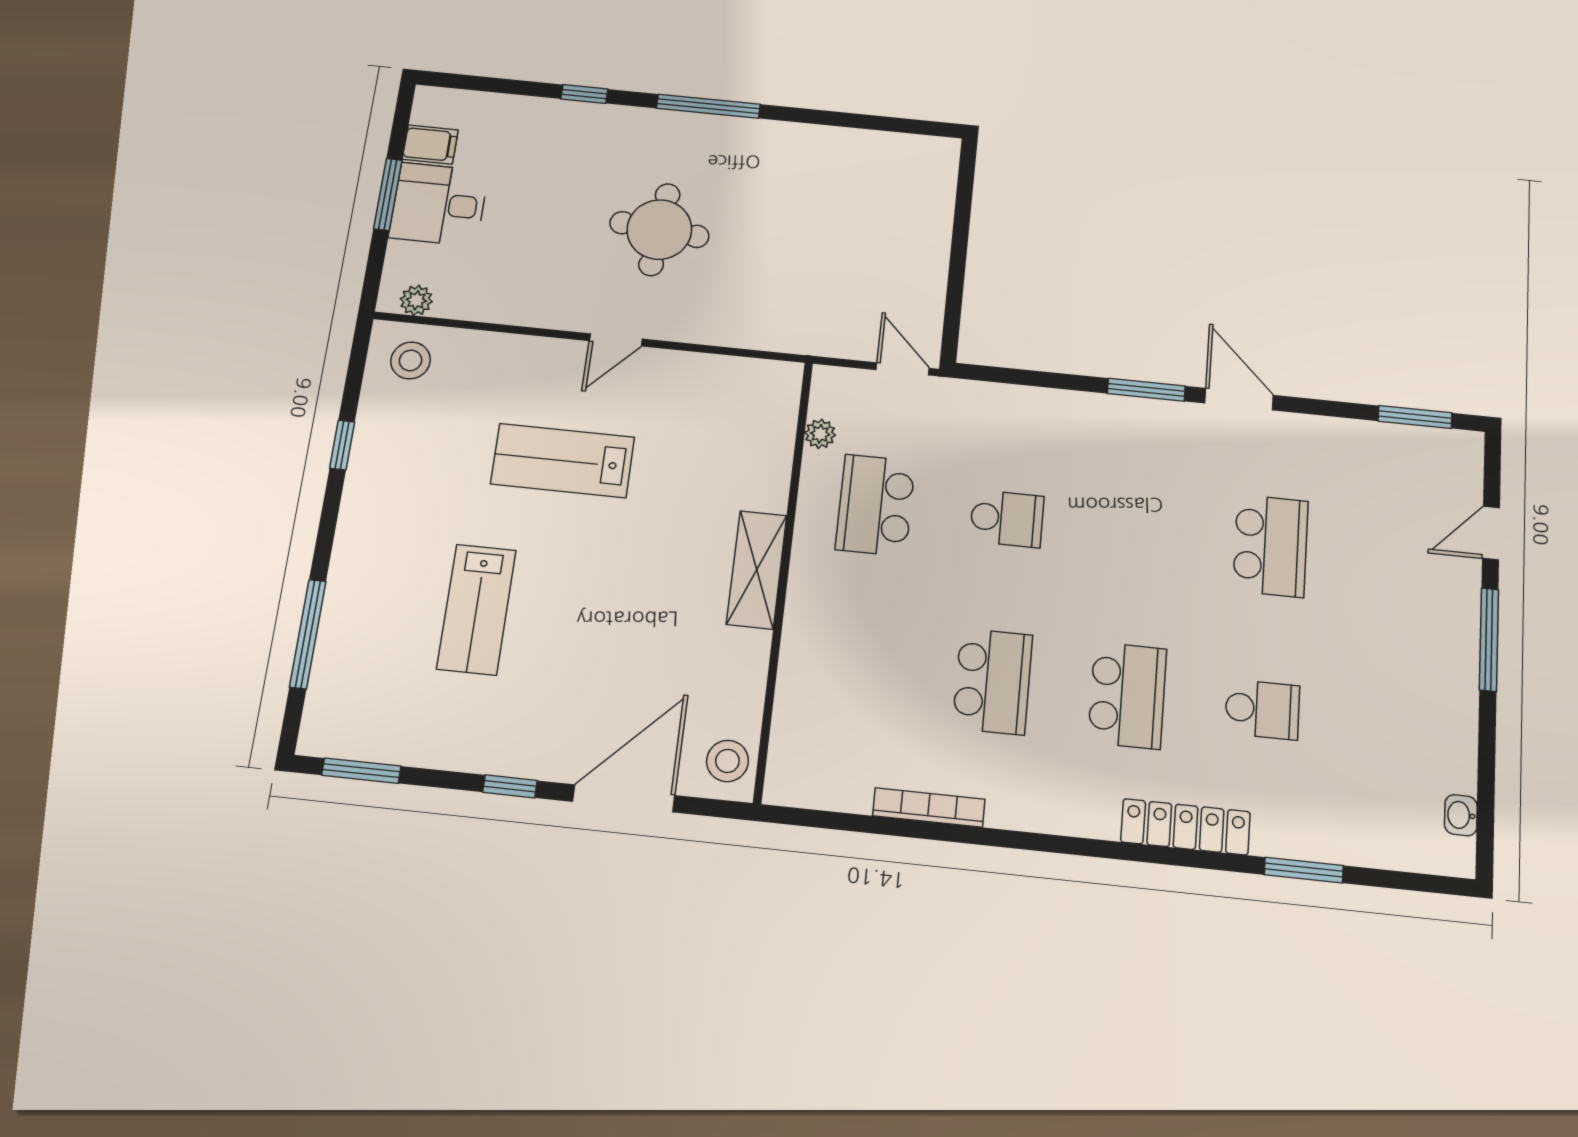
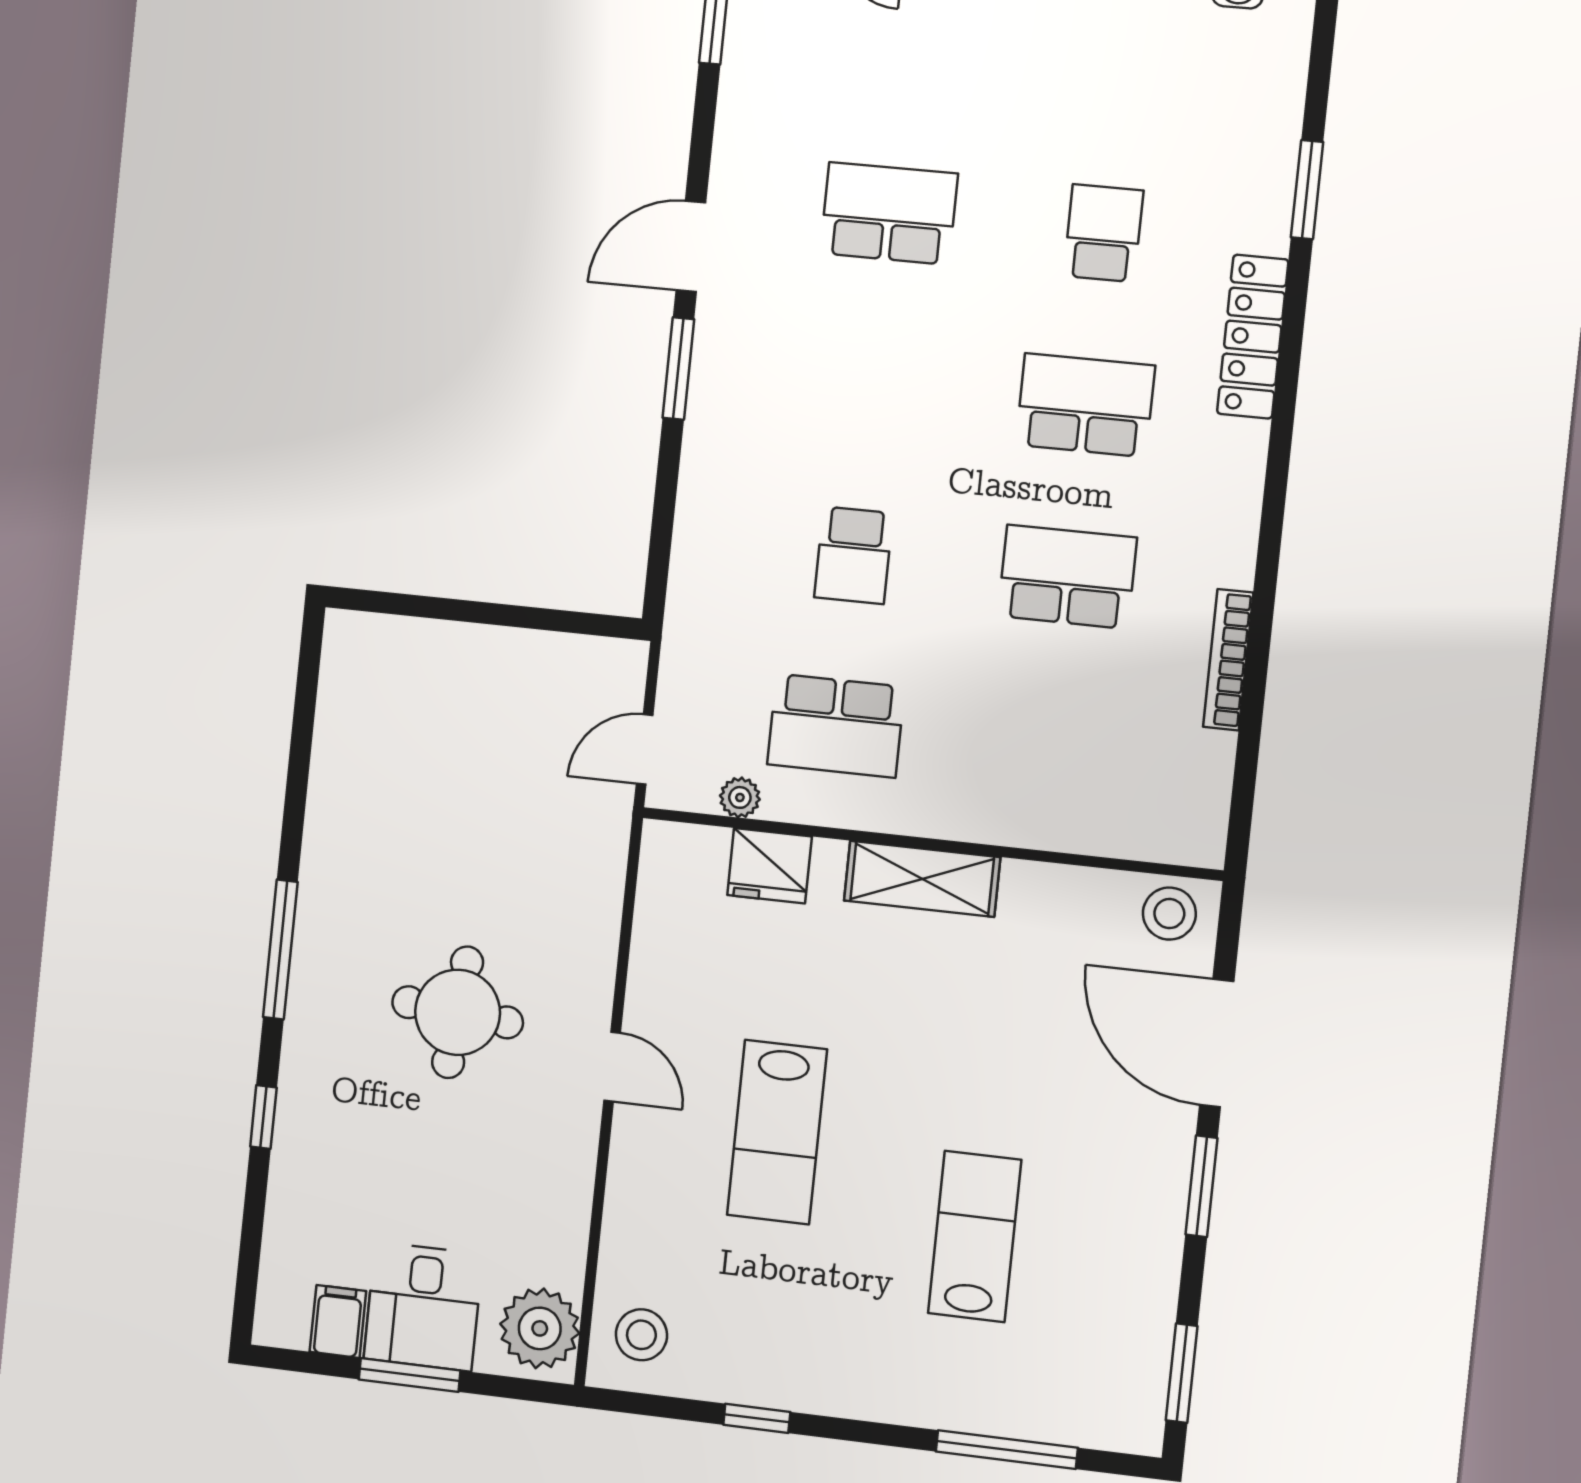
plant: (416, 300) -> (540, 1328), width x1.88, depth x1.88
door: (903, 369) -> (645, 749), moved
fridge: (768, 456) -> (770, 866), added
school desk: (1007, 519) -> (854, 555), turned 180
lab bench: (476, 609) -> (975, 1236), turned -90
window: (510, 786) -> (1202, 1186), width x1.50

